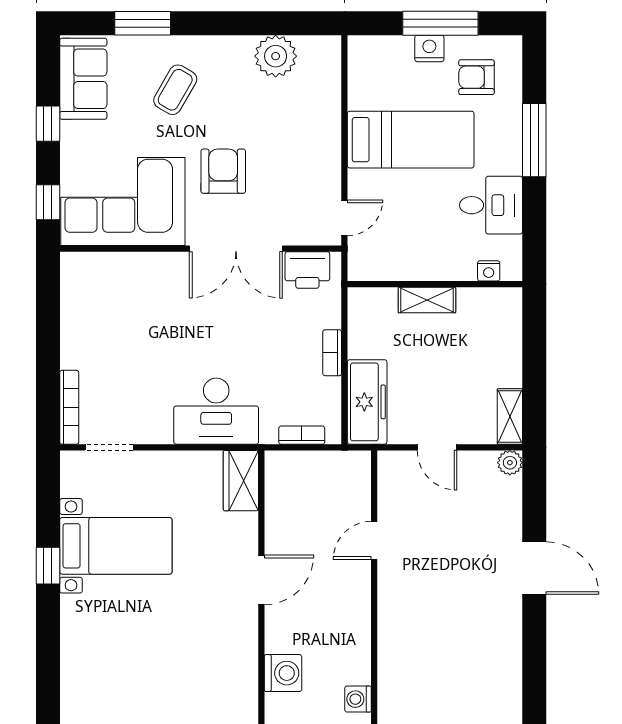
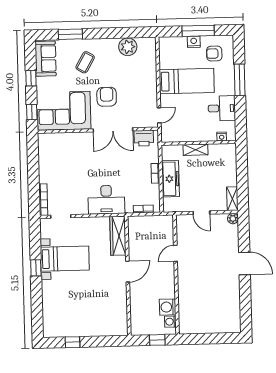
freezer: (367, 402) -> (171, 179), moved
wardrobe: (241, 481) -> (118, 236), width x1.50
washing machine: (283, 673) -> (168, 307), moved, turned 180

